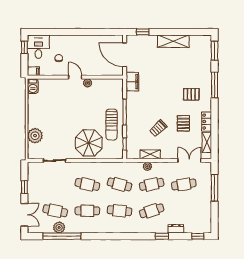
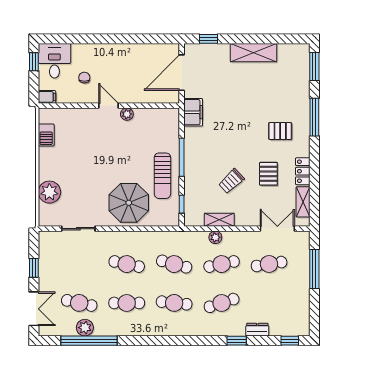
door: (125, 55) -> (182, 73), hinge flipped
barbecue: (33, 86) -> (46, 135), moved

